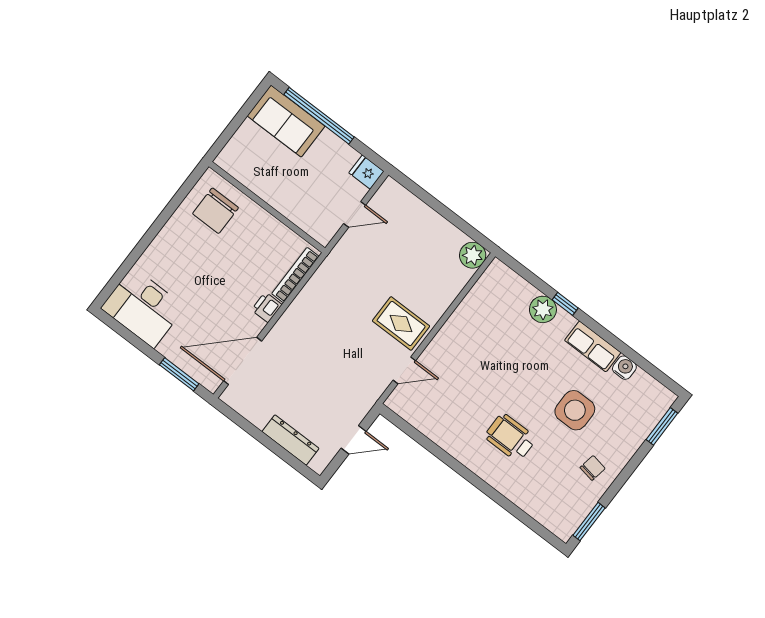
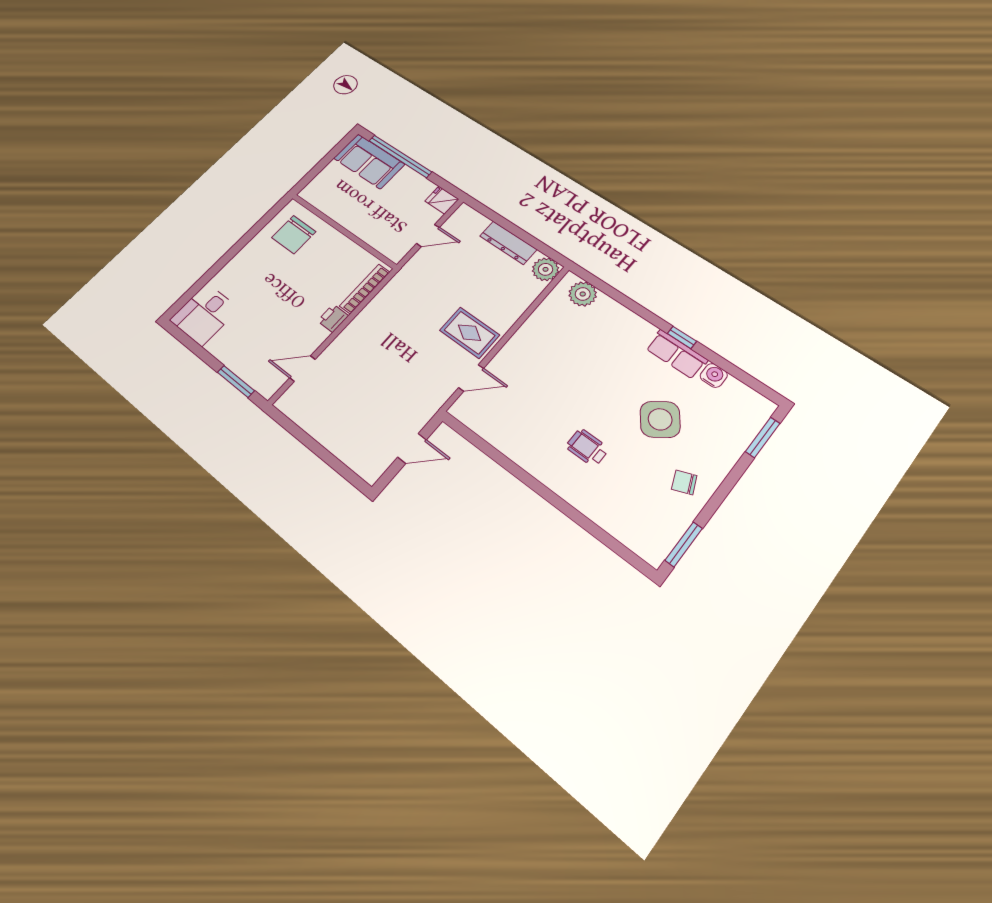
window: (565, 304) -> (682, 337), moved
desk: (143, 308) -> (204, 314), width x0.73
plant: (543, 309) -> (583, 294), moved
door: (243, 361) -> (302, 369), width x0.53
side table: (575, 410) -> (660, 419), turned -37
wheelchair: (510, 437) -> (587, 448), width x0.73, depth x0.73
dresser: (290, 440) -> (508, 243), moved, turned 180
chair: (593, 468) -> (684, 482), turned -122

